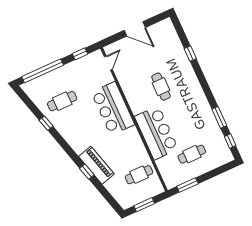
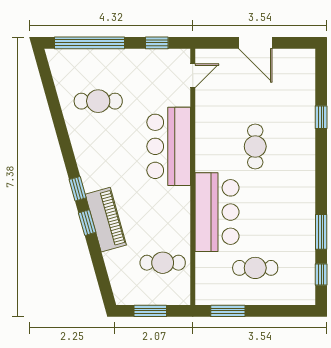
window: (46, 123) -> (78, 189), moved

